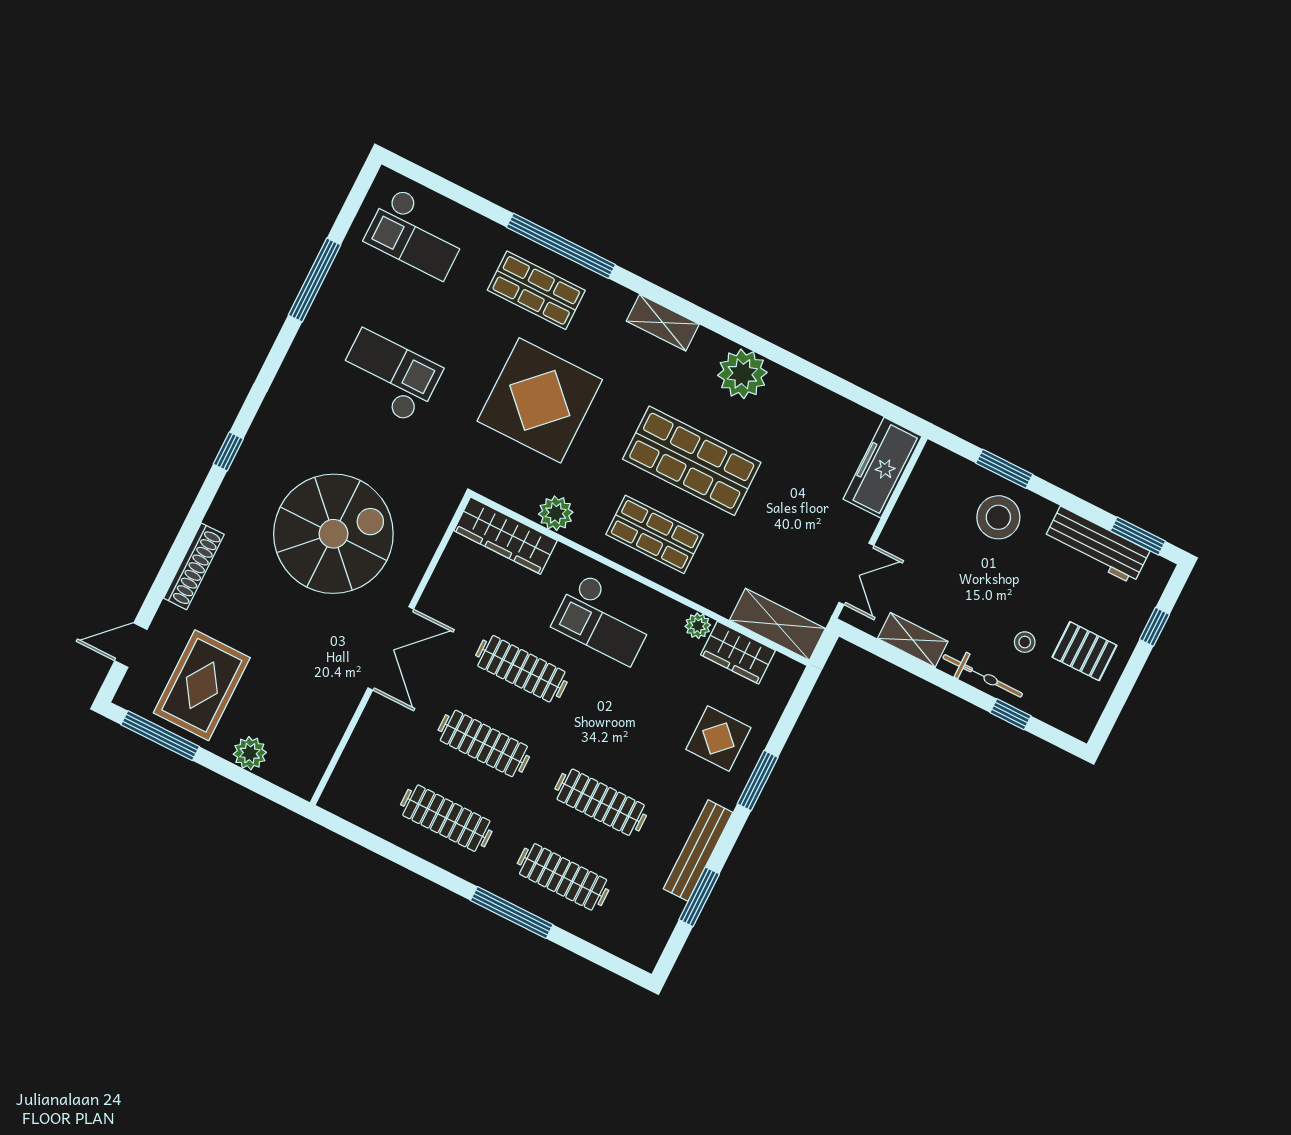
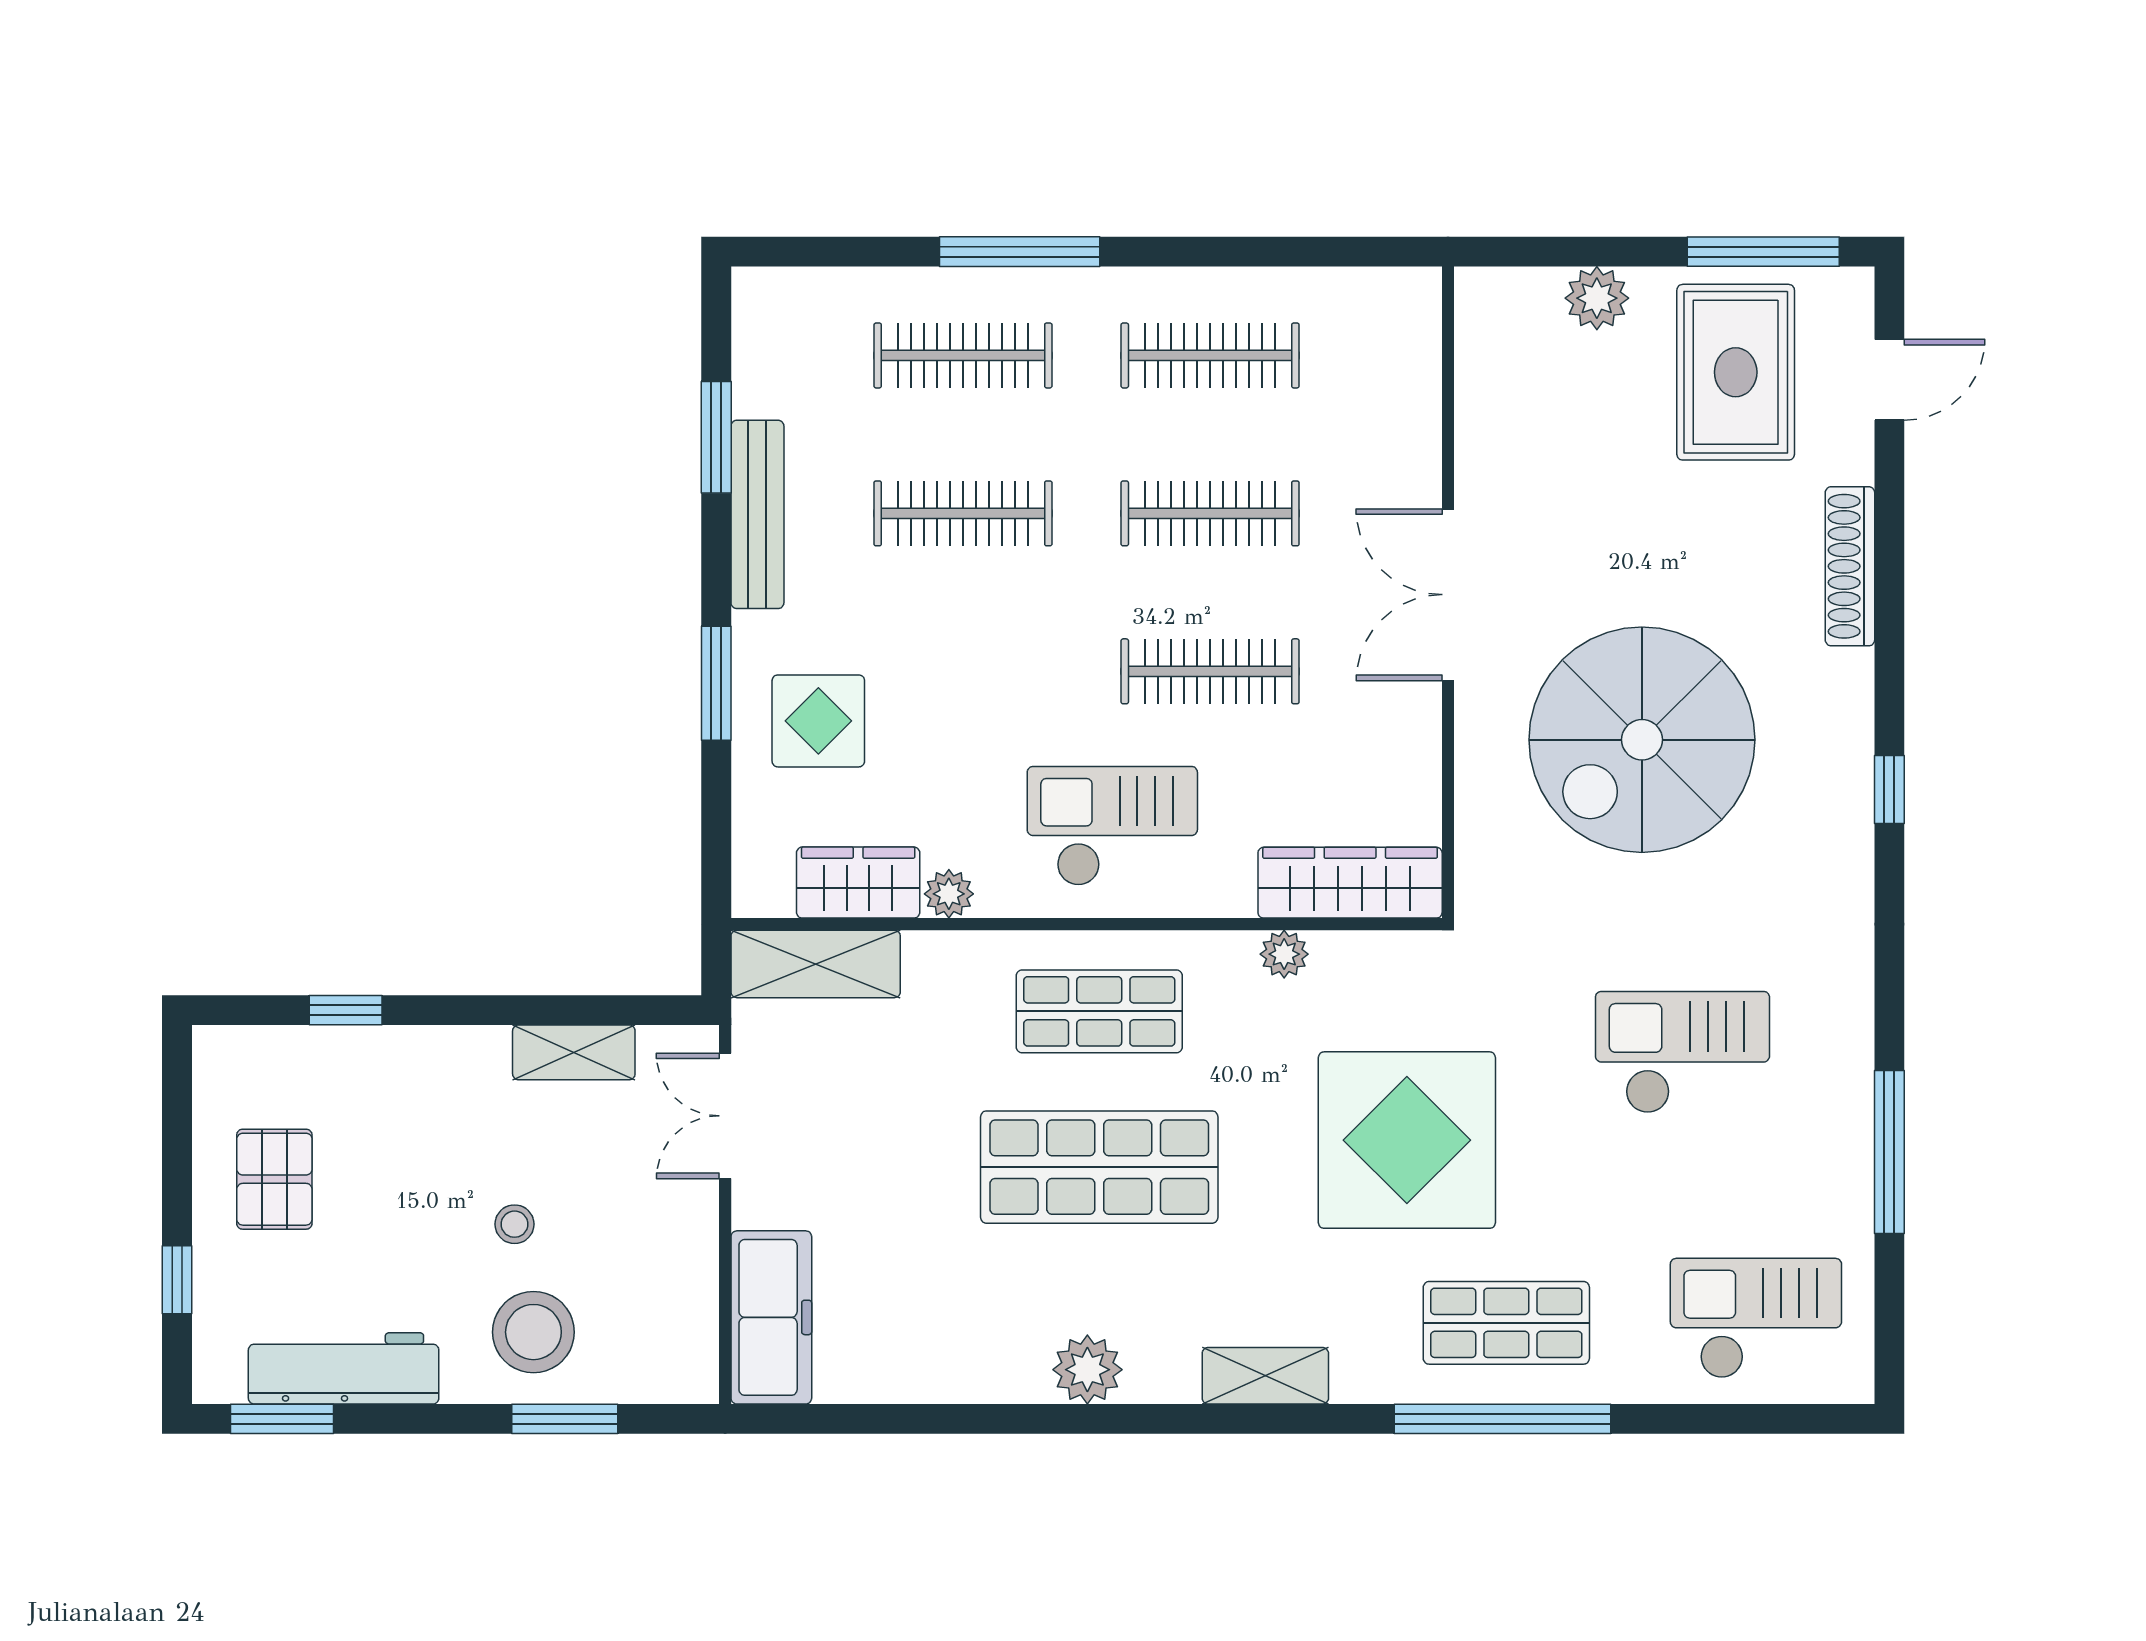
plant: (742, 374) -> (1087, 1370), width x0.73, depth x0.73
checkout: (389, 376) -> (1682, 1052), turned 180
plant: (556, 513) -> (1284, 954), width x0.73, depth x0.73
stool: (1025, 642) -> (515, 1224), moved
pallet: (1084, 651) -> (274, 1179), turned 90
bicycle: (983, 676) -> (425, 1051), removed

